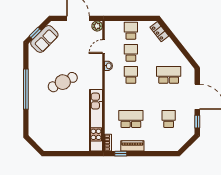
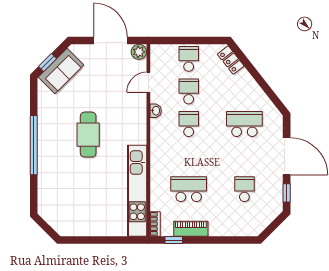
cafe table: (63, 82) -> (88, 135), turned -64

